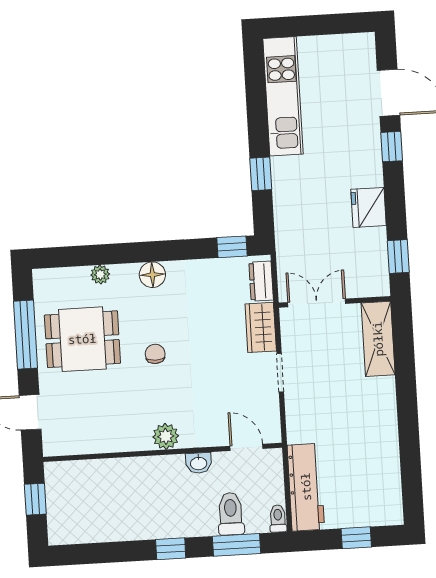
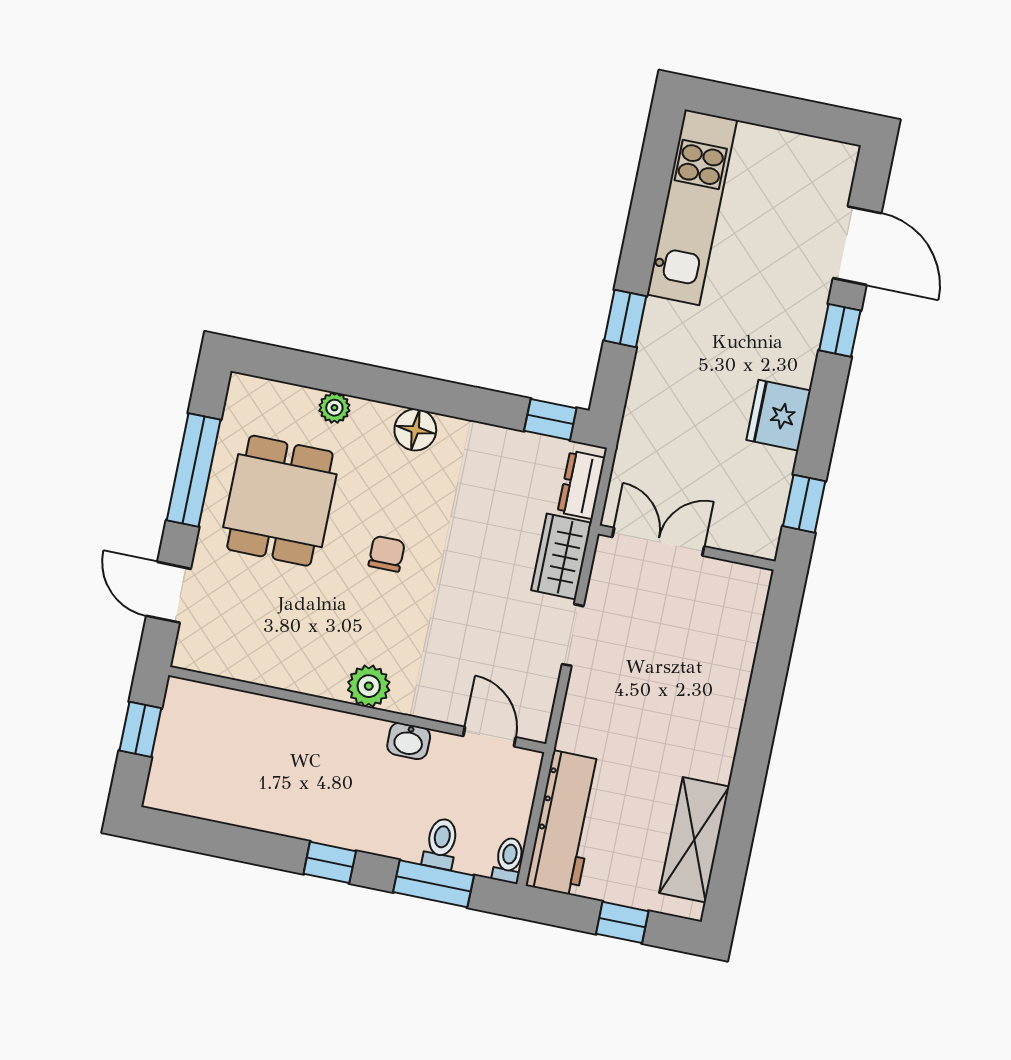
dining table: (82, 339) -> (280, 501), turned 90
shelving: (378, 339) -> (694, 840), moved
toilet: (231, 514) -> (441, 844), width x0.73, depth x0.72

